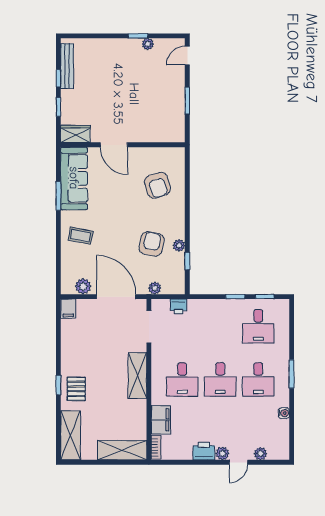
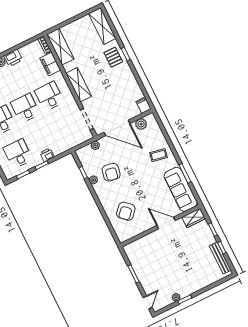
armchair: (157, 185) -> (126, 211), turned -119
printer: (179, 306) -> (47, 155), moved
shelving: (122, 450) -> (60, 47), moved, turned 90

